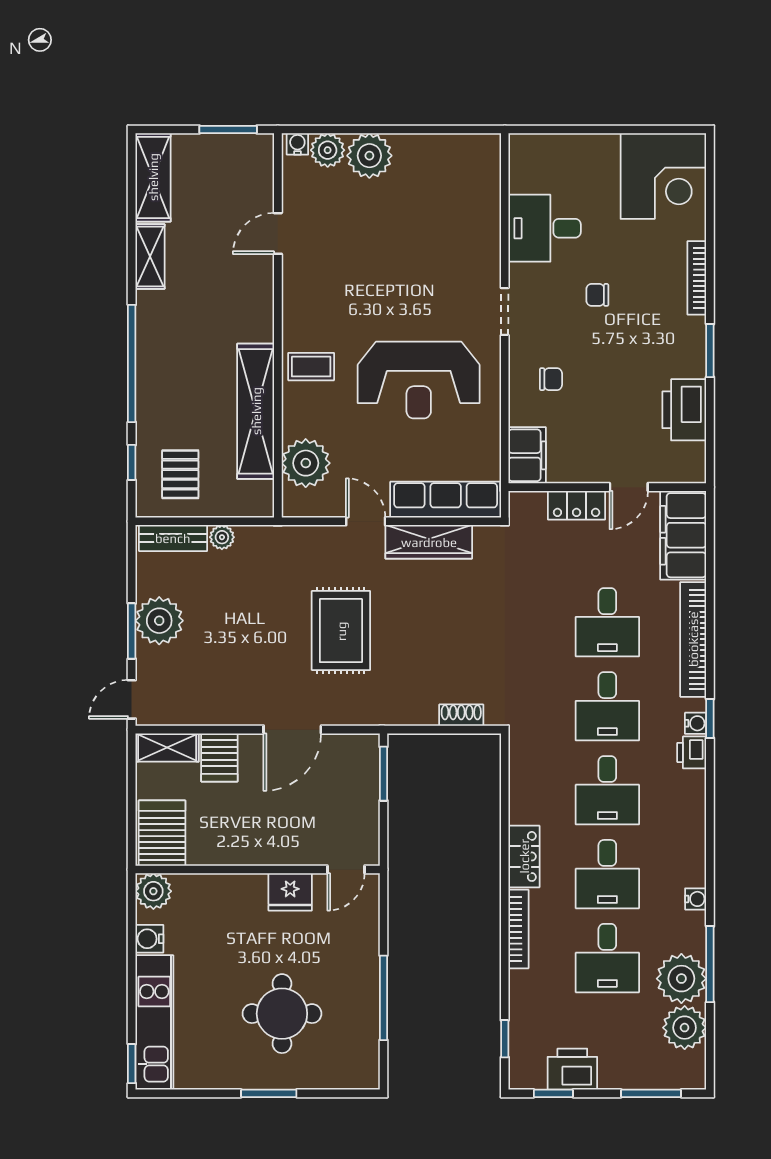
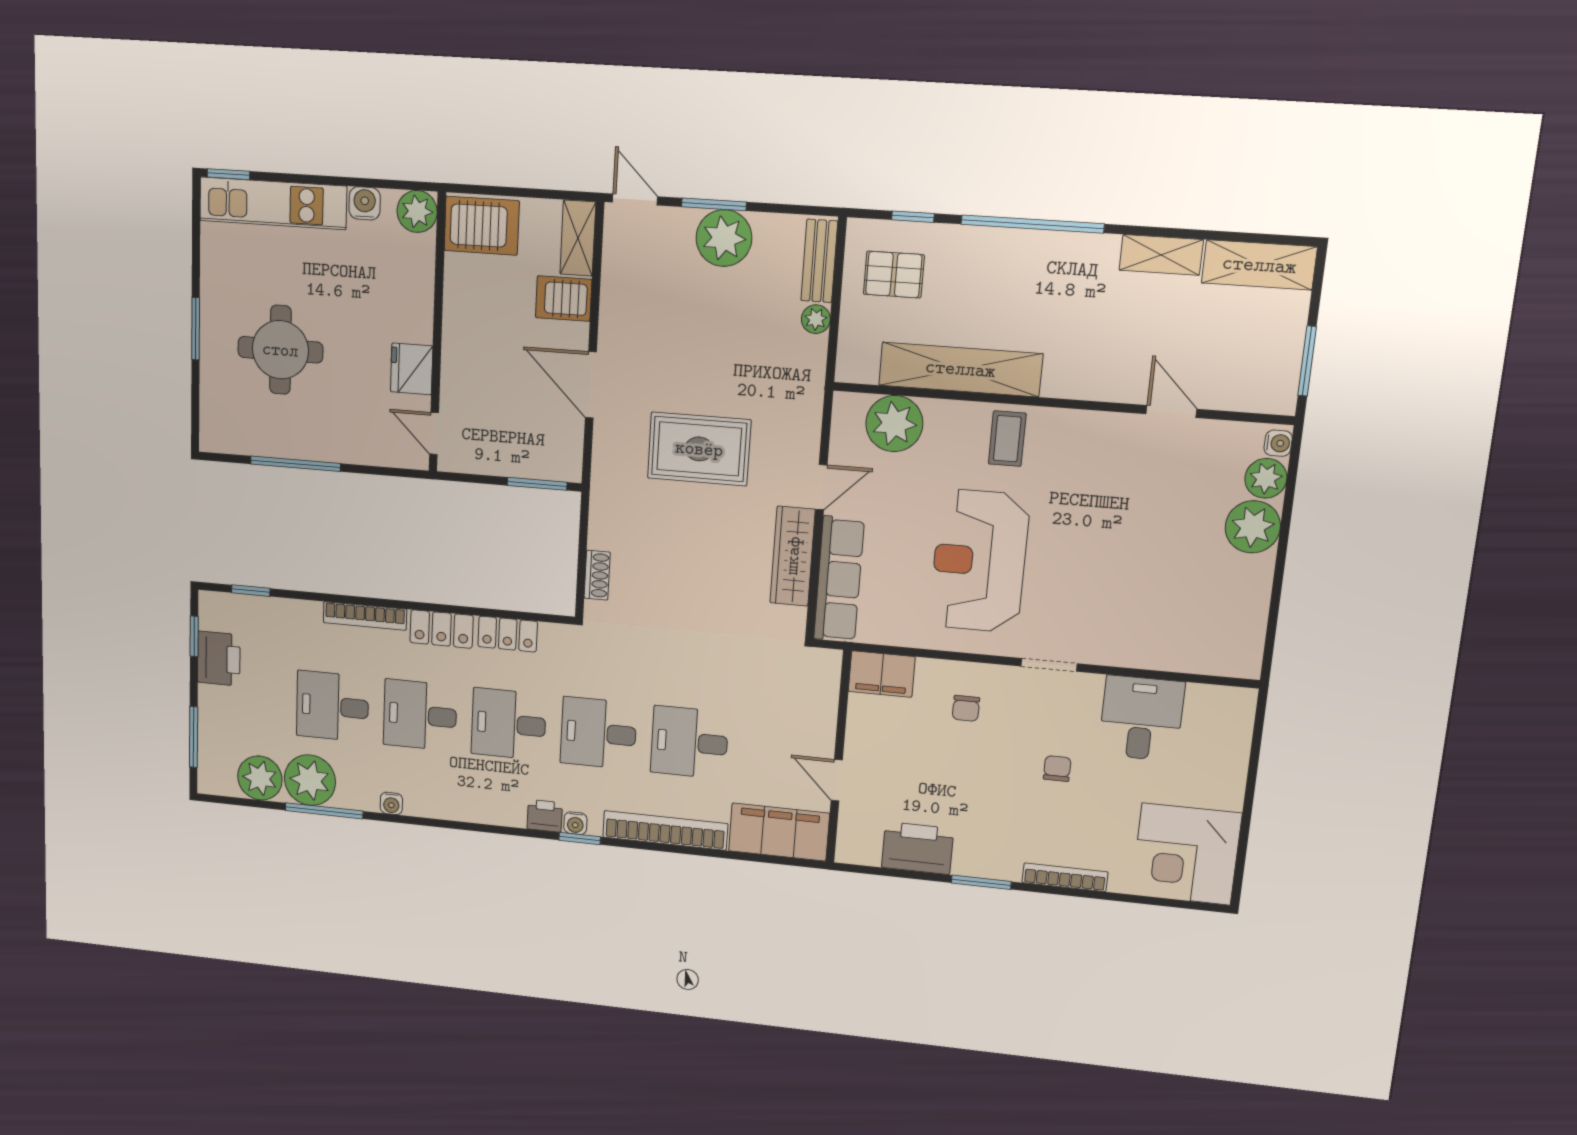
locker: (577, 505) -> (508, 634), moved, turned -90

